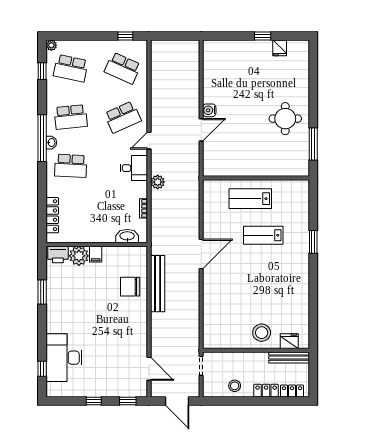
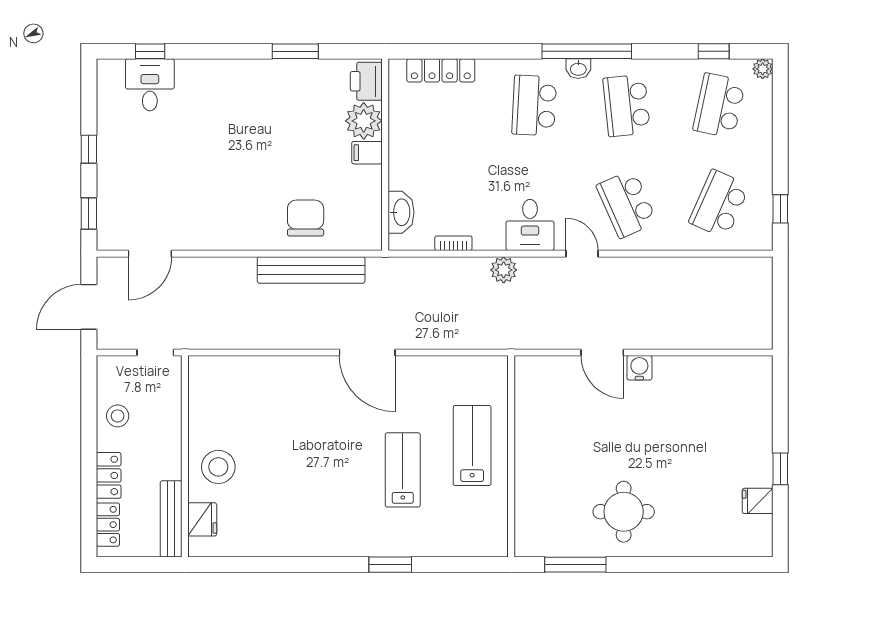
desk: (64, 358) -> (150, 85), width x0.53, depth x0.77

